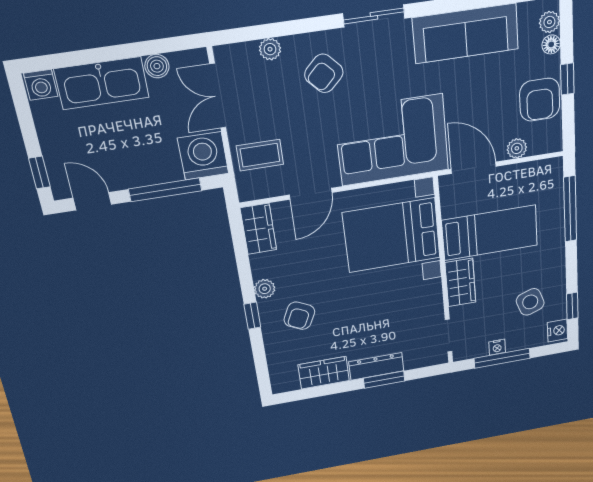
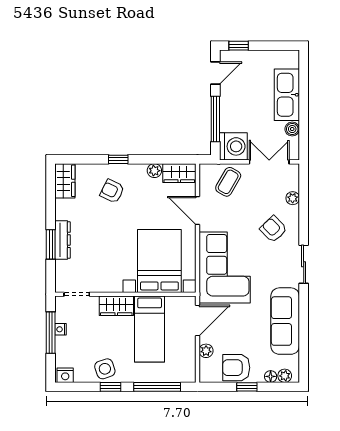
washing machine: (41, 85) -> (291, 59), removed
coffee table: (260, 155) -> (228, 182), turned 30
plant: (265, 289) -> (154, 171), moved
side table: (530, 302) -> (105, 369), moved
window: (572, 306) -> (110, 387), moved
wardrobe: (324, 373) -> (65, 181), moved

